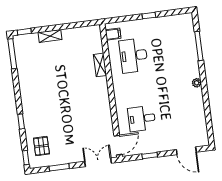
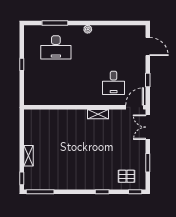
filing cabinet: (113, 34) -> (34, 99), removed
desk: (133, 56) -> (56, 47), moved
shelving: (100, 65) -> (98, 114), moved
door: (118, 145) -> (135, 107), hinge flipped
door: (186, 151) -> (148, 46), hinge flipped

